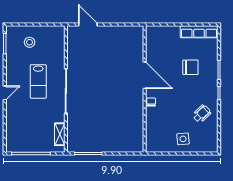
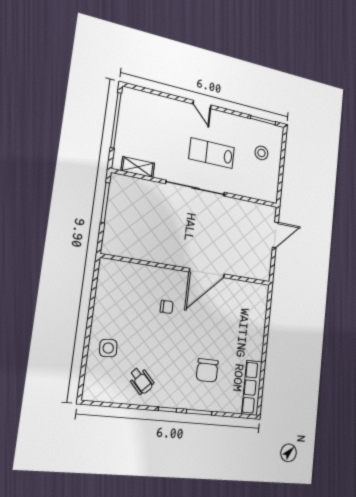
door: (145, 75) -> (207, 273), moved
wall: (145, 89) -> (189, 270), moved

